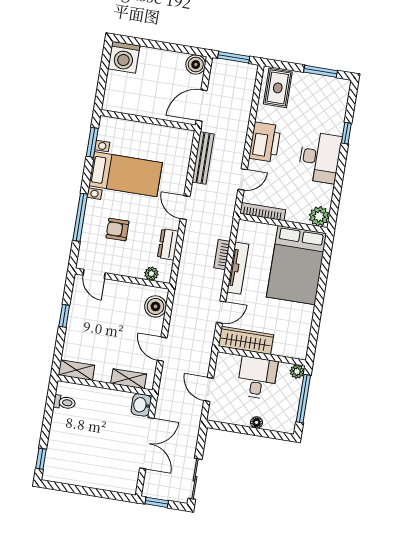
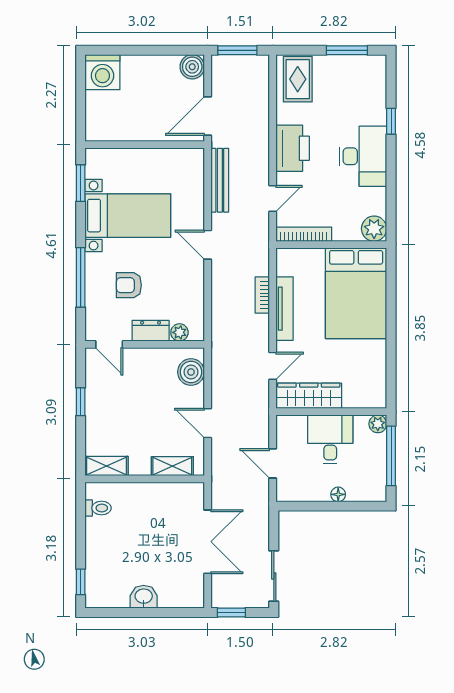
dresser: (168, 244) -> (151, 331), moved, turned 90
washbasin: (141, 405) -> (144, 597), moved, turned 90

